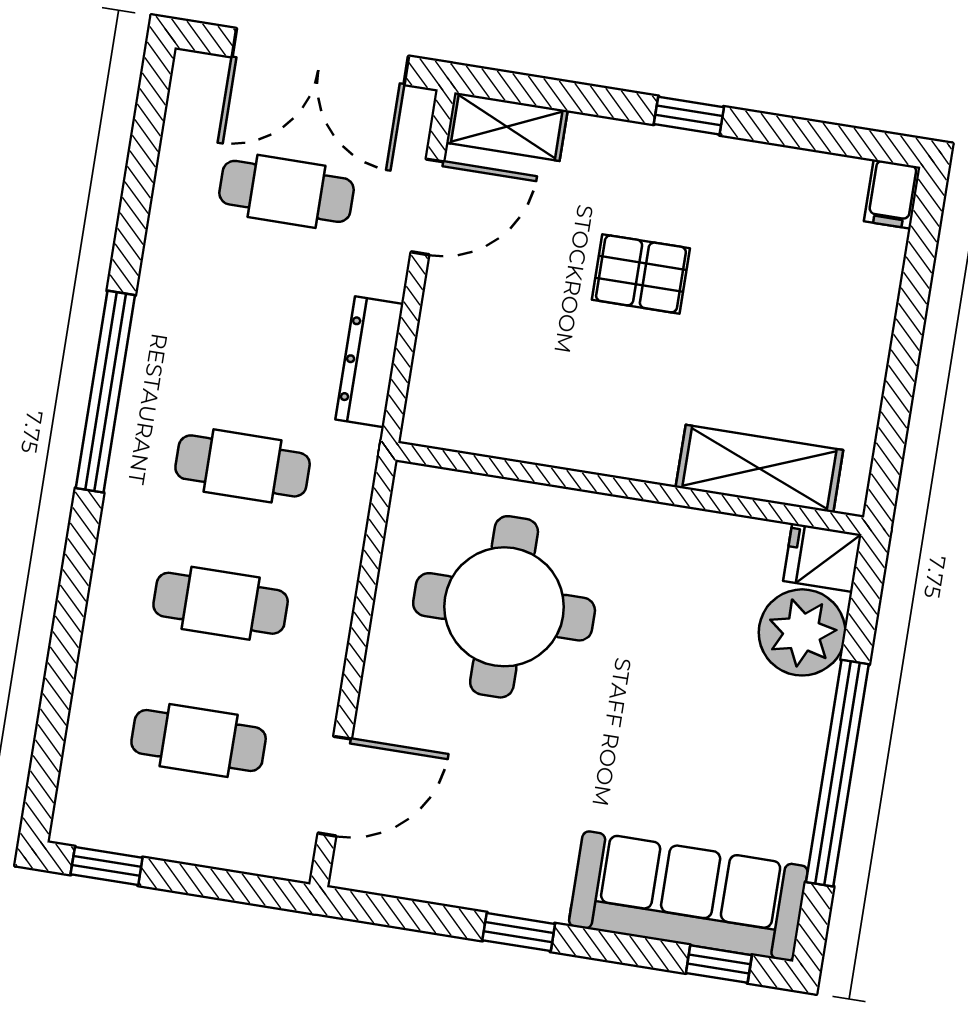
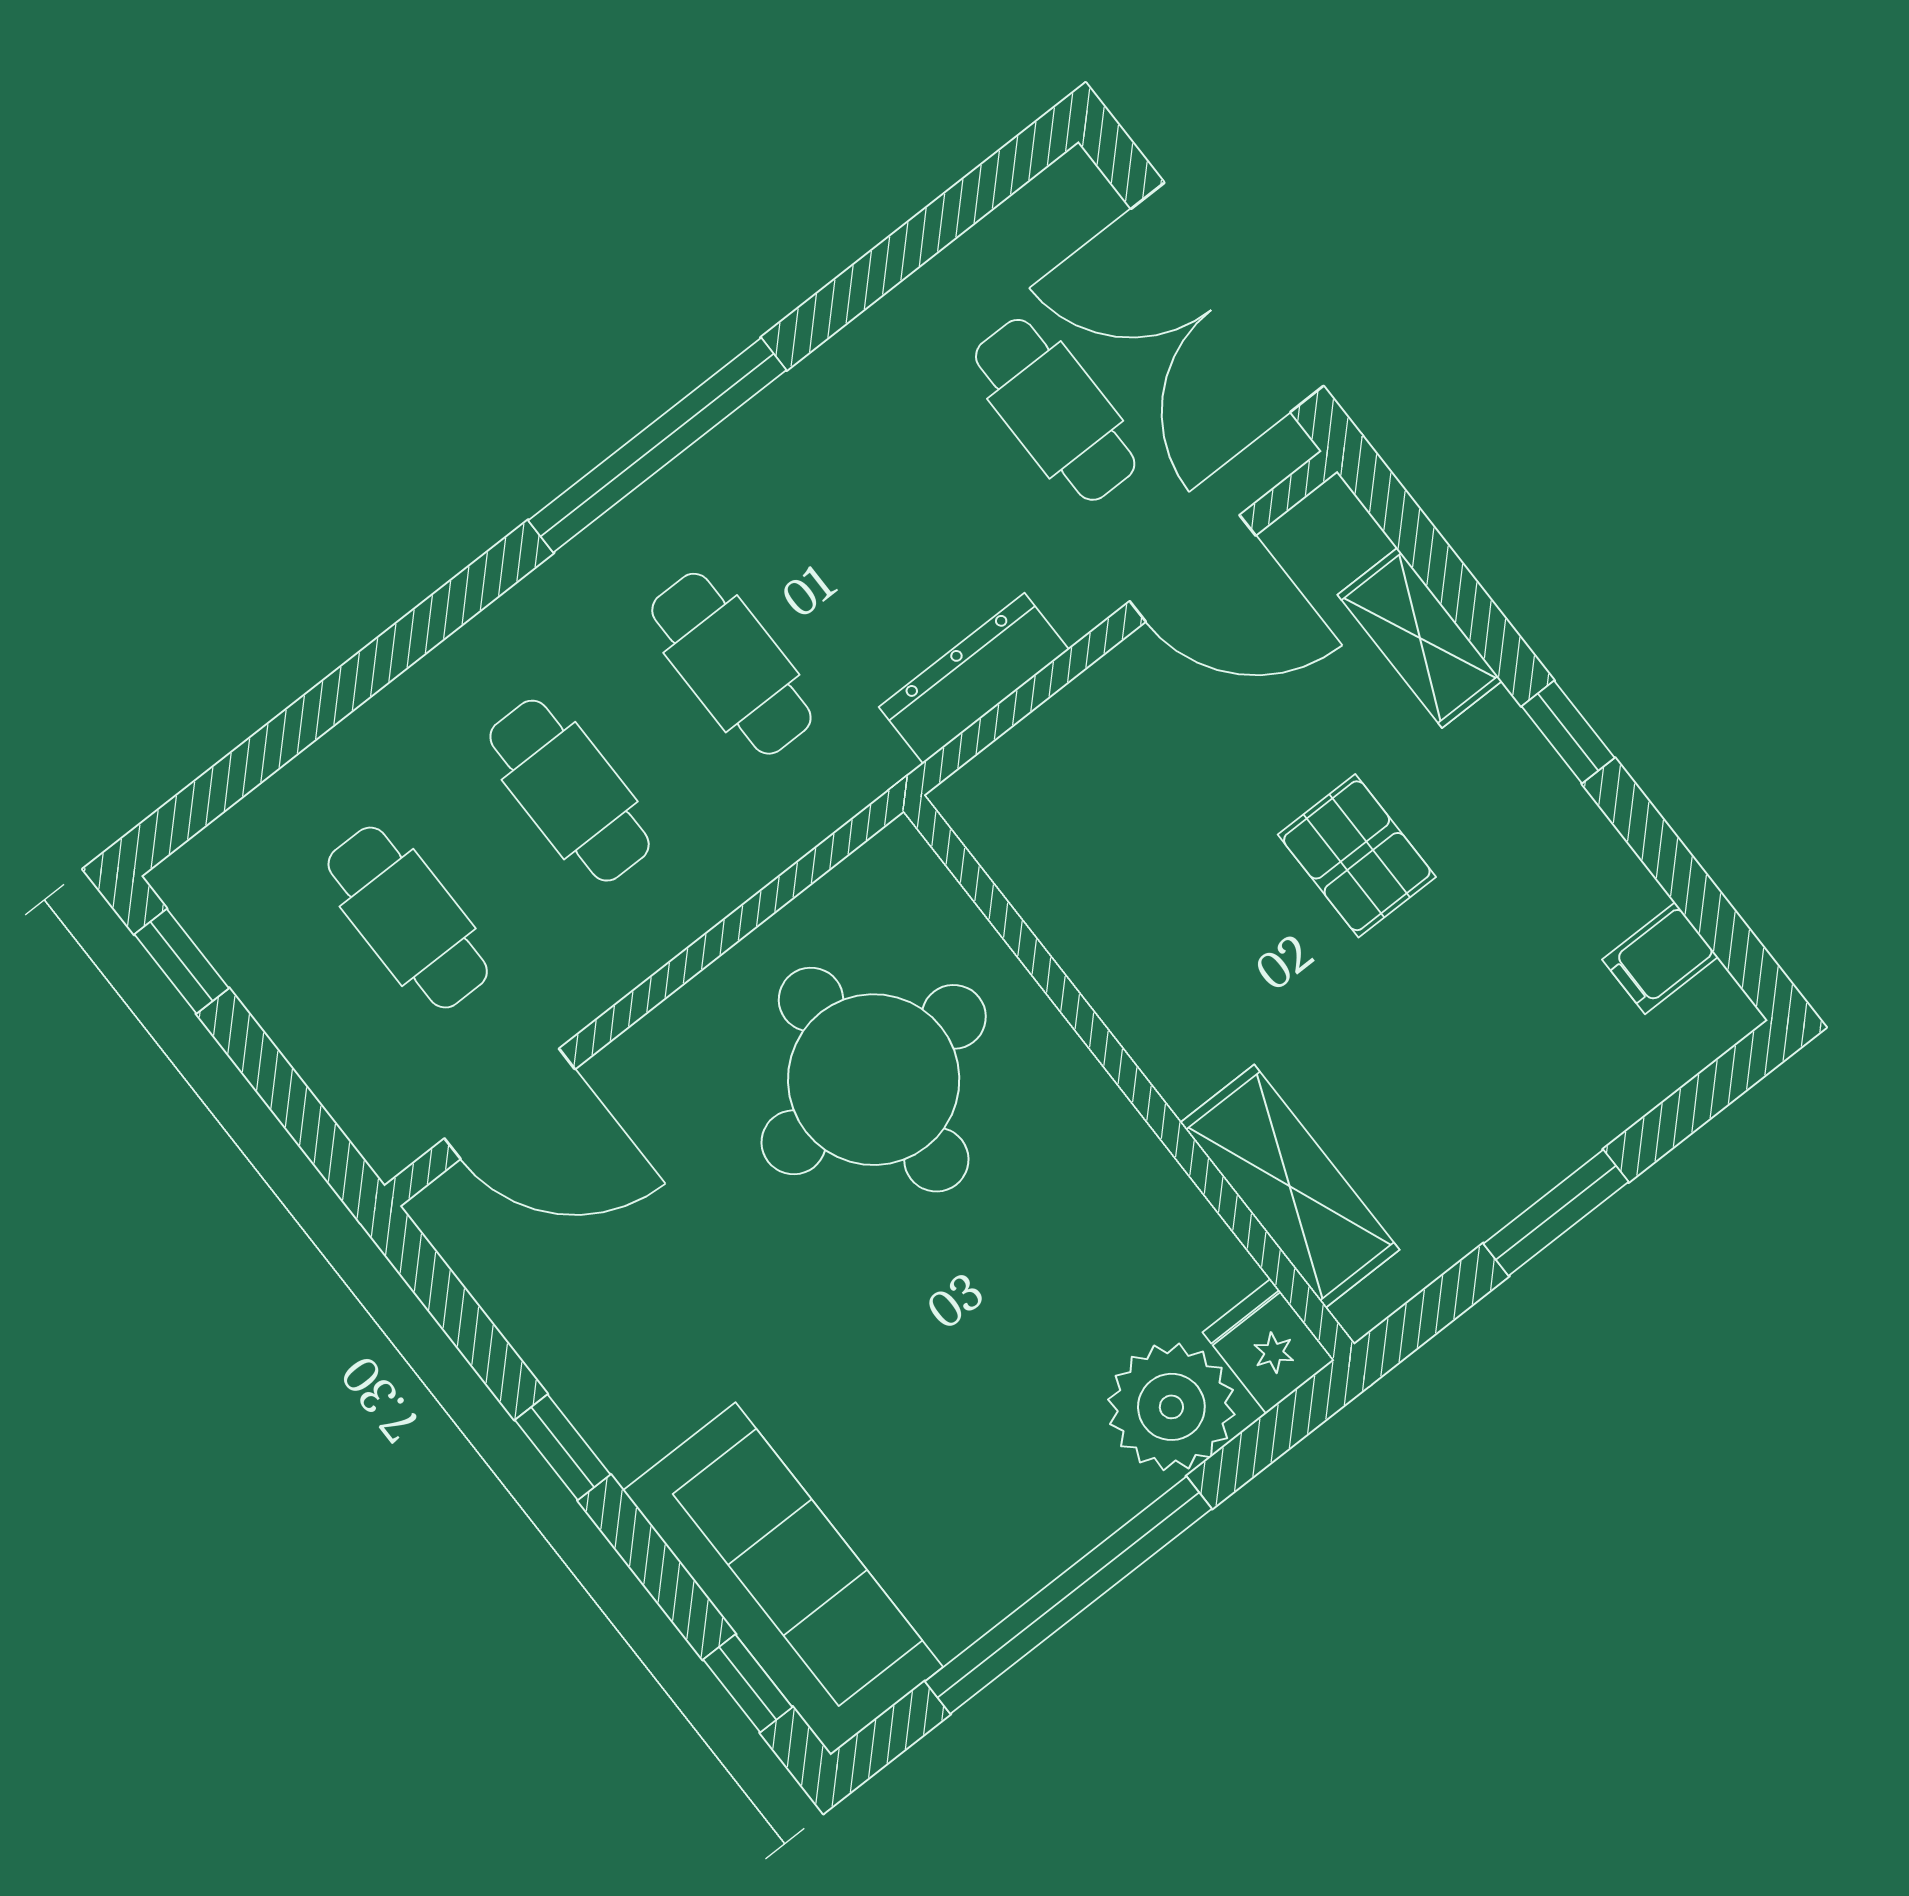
shelving: (507, 127) -> (1420, 638), moved
filing cabinet: (892, 194) -> (1660, 958), moved
window: (904, 360) -> (1556, 1213), added

